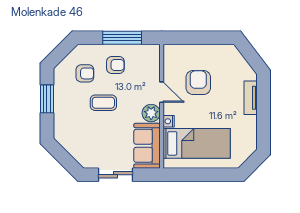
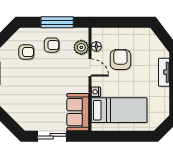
floor lamp: (169, 67) -> (96, 46), added
coffee table: (103, 103) -> (42, 76), removed
plant: (151, 113) -> (81, 47), moved

